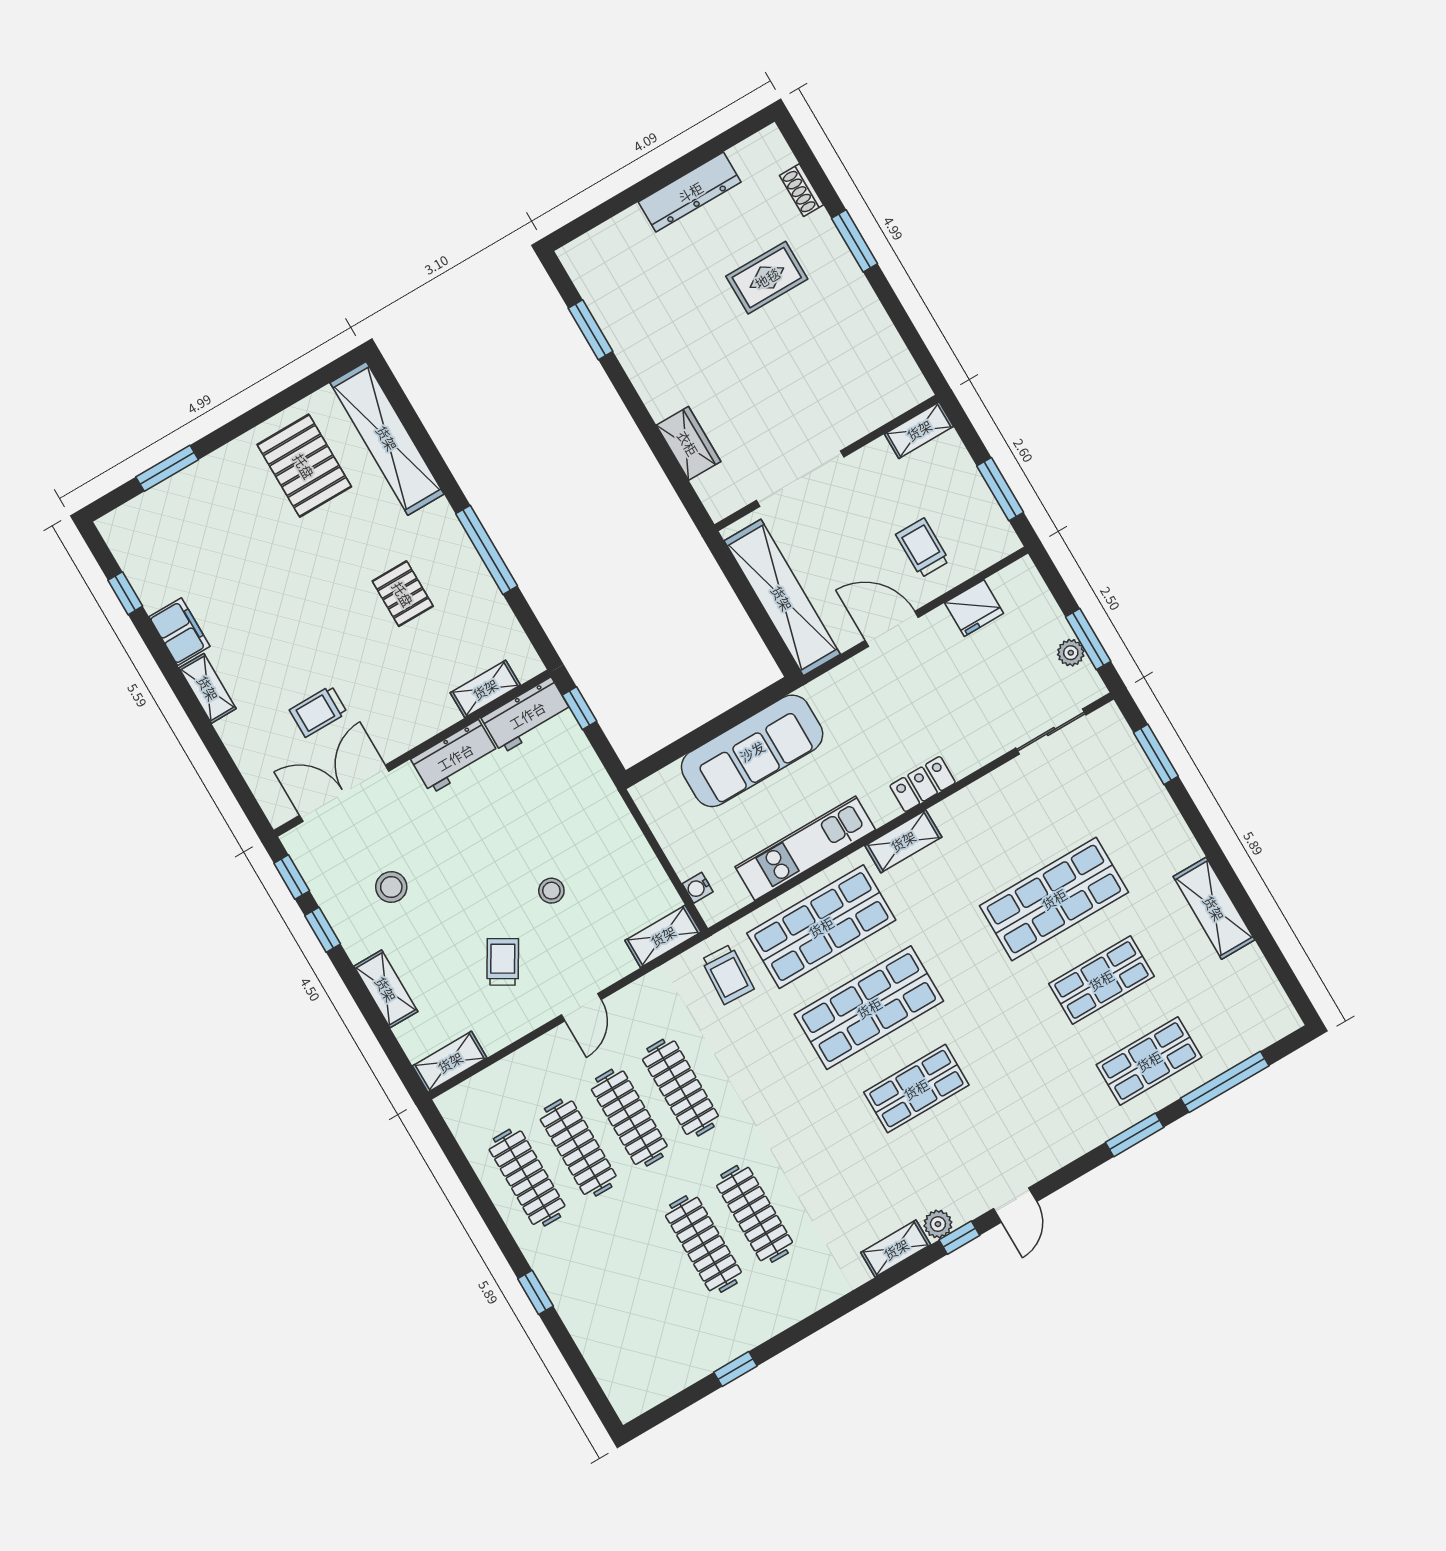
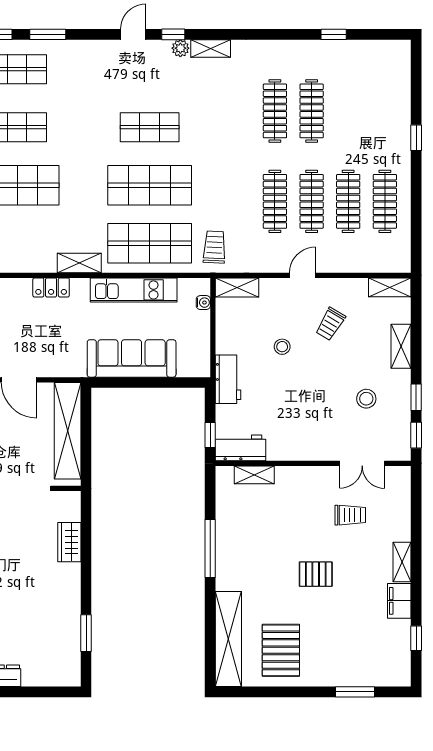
pallet: (403, 594) -> (316, 574), moved, turned 90
workbench: (455, 757) -> (228, 379), moved, turned 90
double door: (344, 793) -> (362, 463), width x0.73

